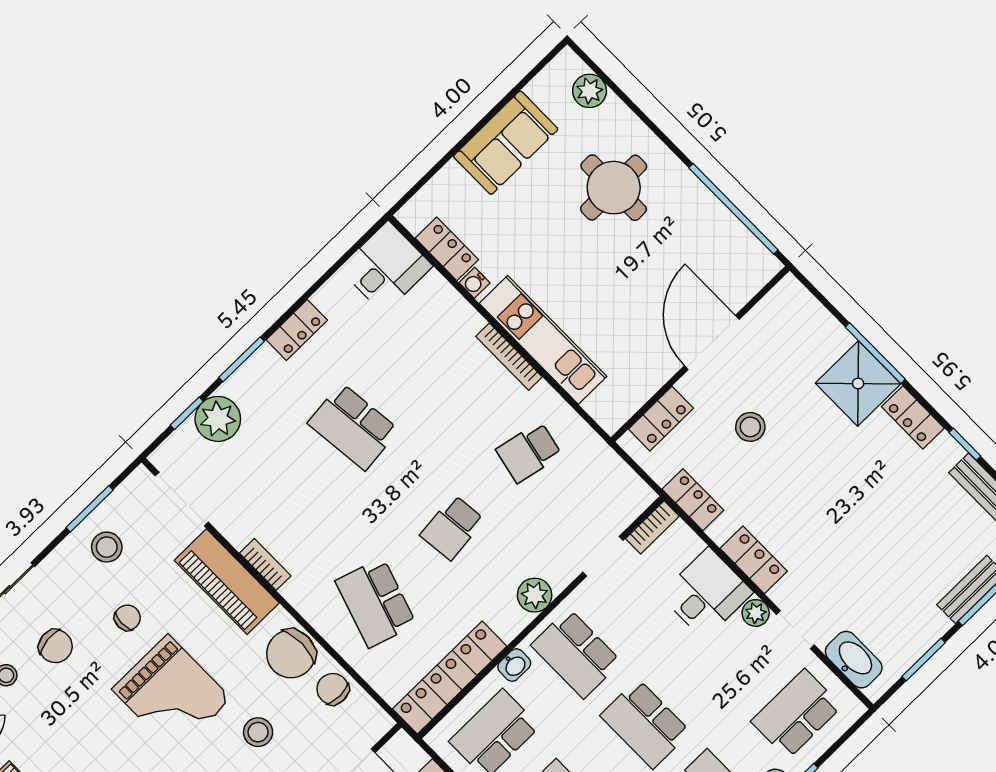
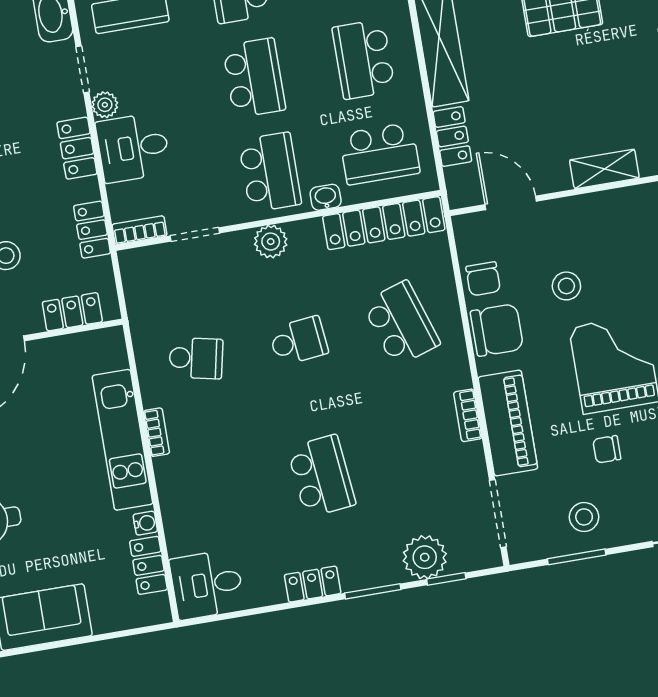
bookcase: (509, 357) -> (157, 432), width x0.64
school desk: (376, 603) -> (401, 324), turned -36

